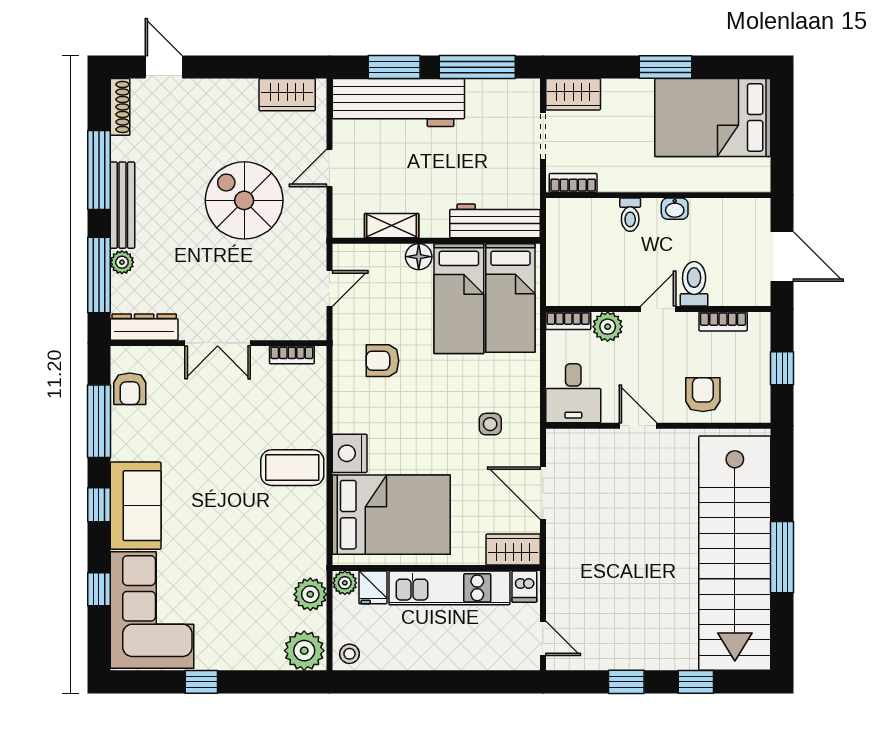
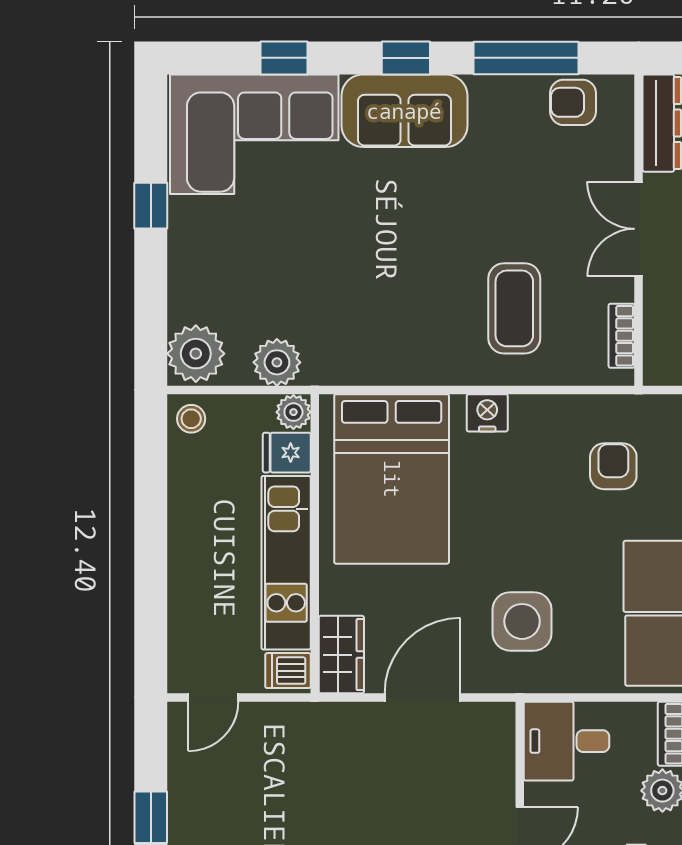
side table: (490, 424) -> (522, 621), width x1.87, depth x1.87
nightstand: (350, 453) -> (487, 413), width x0.74, depth x0.75
coffee table: (292, 468) -> (514, 308), moved

